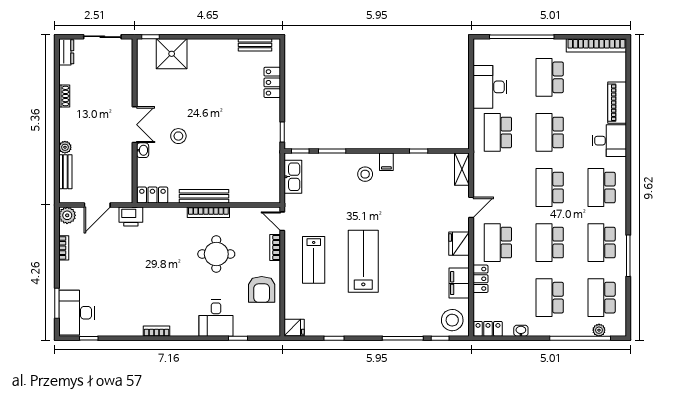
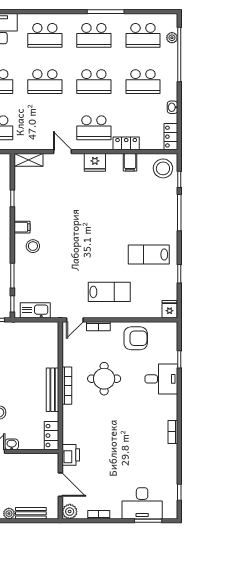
lab bench: (363, 261) -> (149, 255), moved, width x0.73, depth x0.72
filing cabinet: (459, 283) -> (130, 162), width x0.50
desk: (76, 313) -> (142, 503), moved

